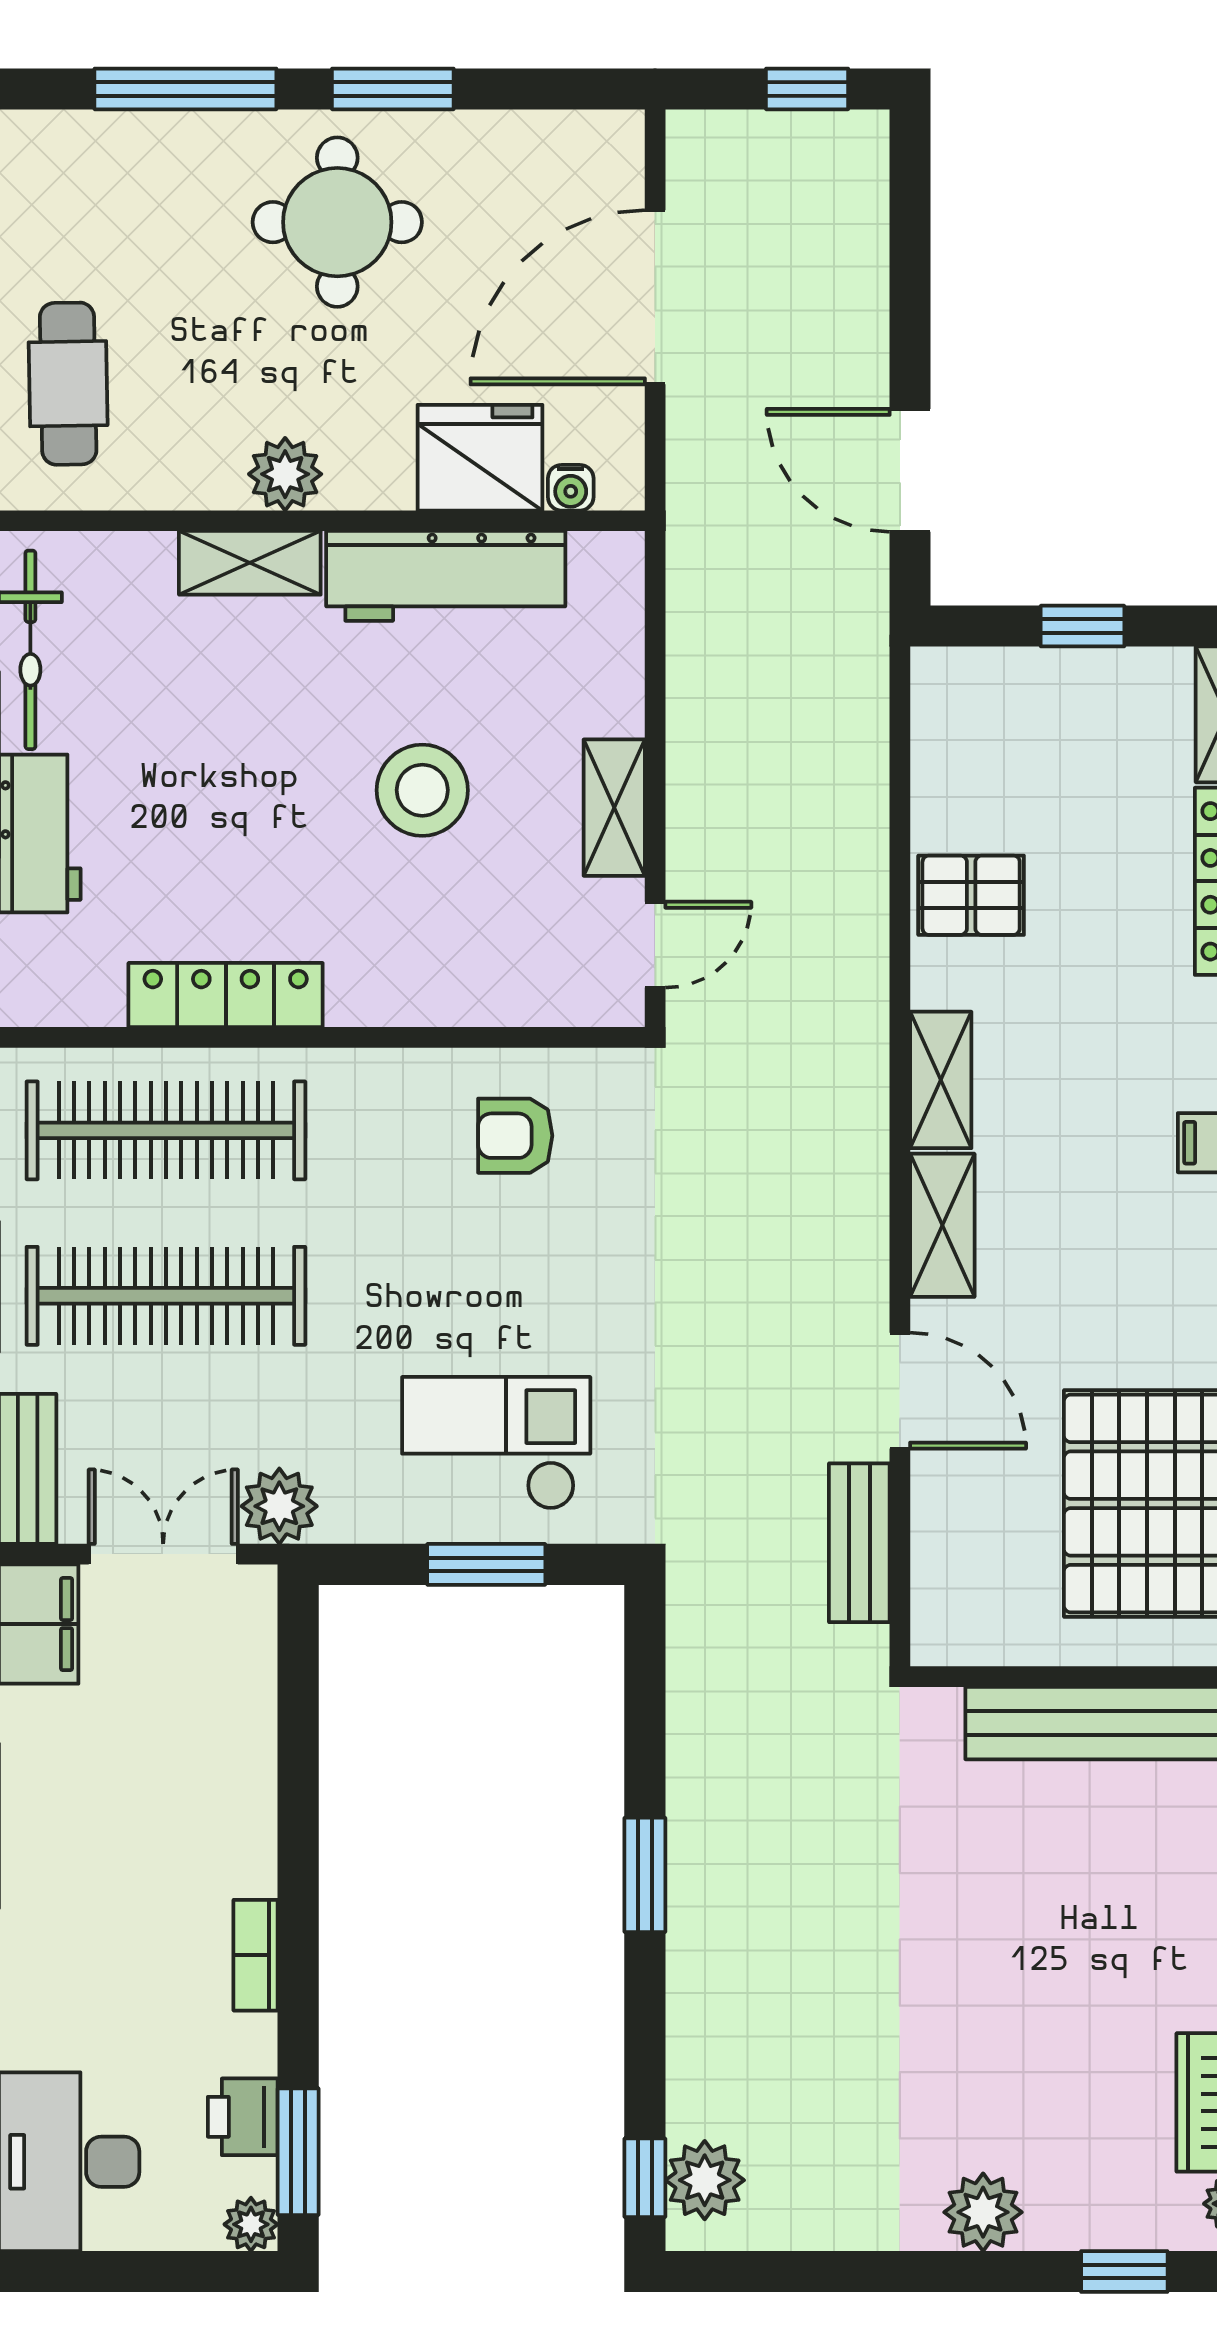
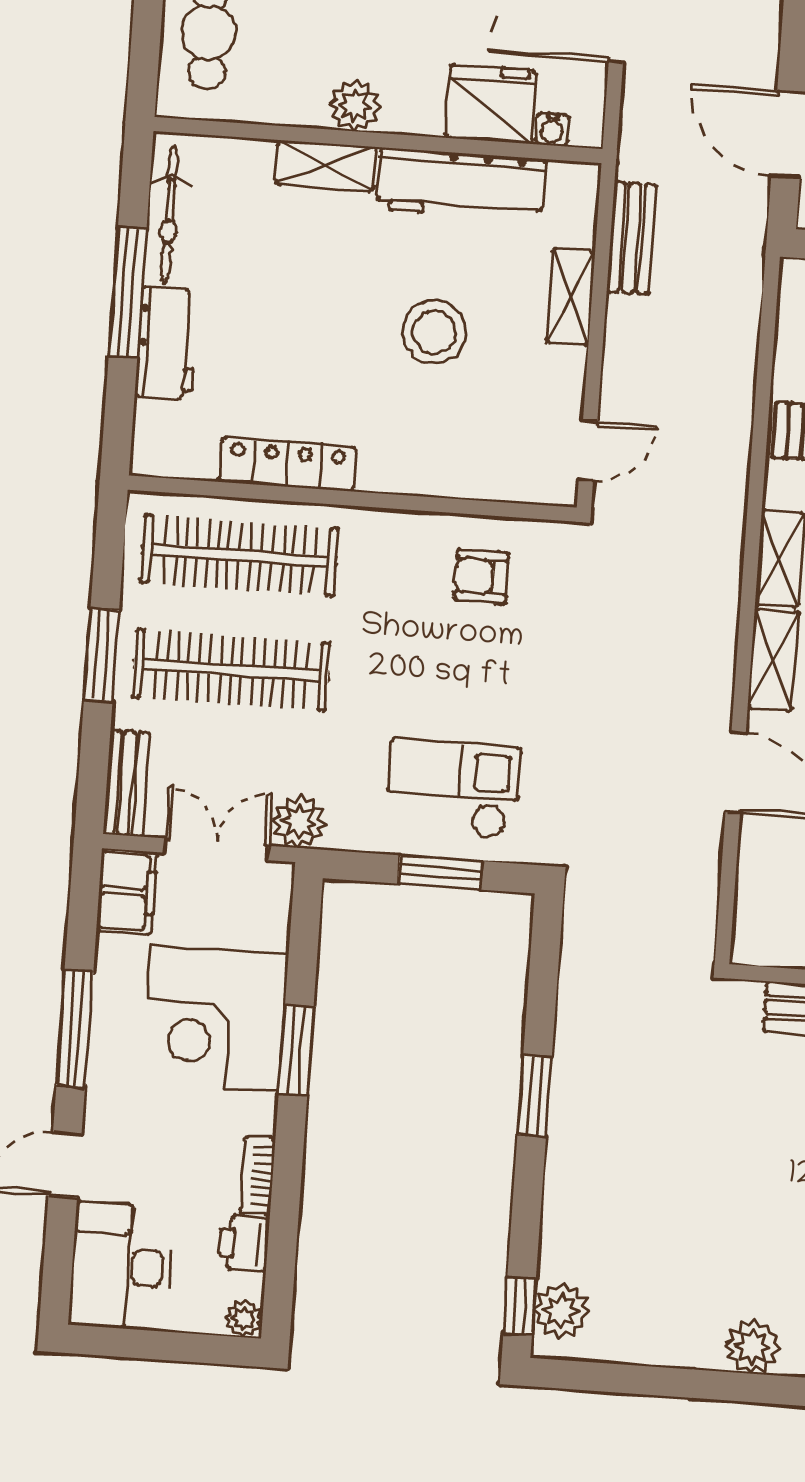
shelving: (614, 808) -> (571, 297), moved
bench: (859, 1543) -> (632, 238), moved
corner desk: (179, 1796) -> (215, 1018), added
bookcase: (256, 1955) -> (257, 1175), moved
window: (298, 2152) -> (296, 1050), moved

